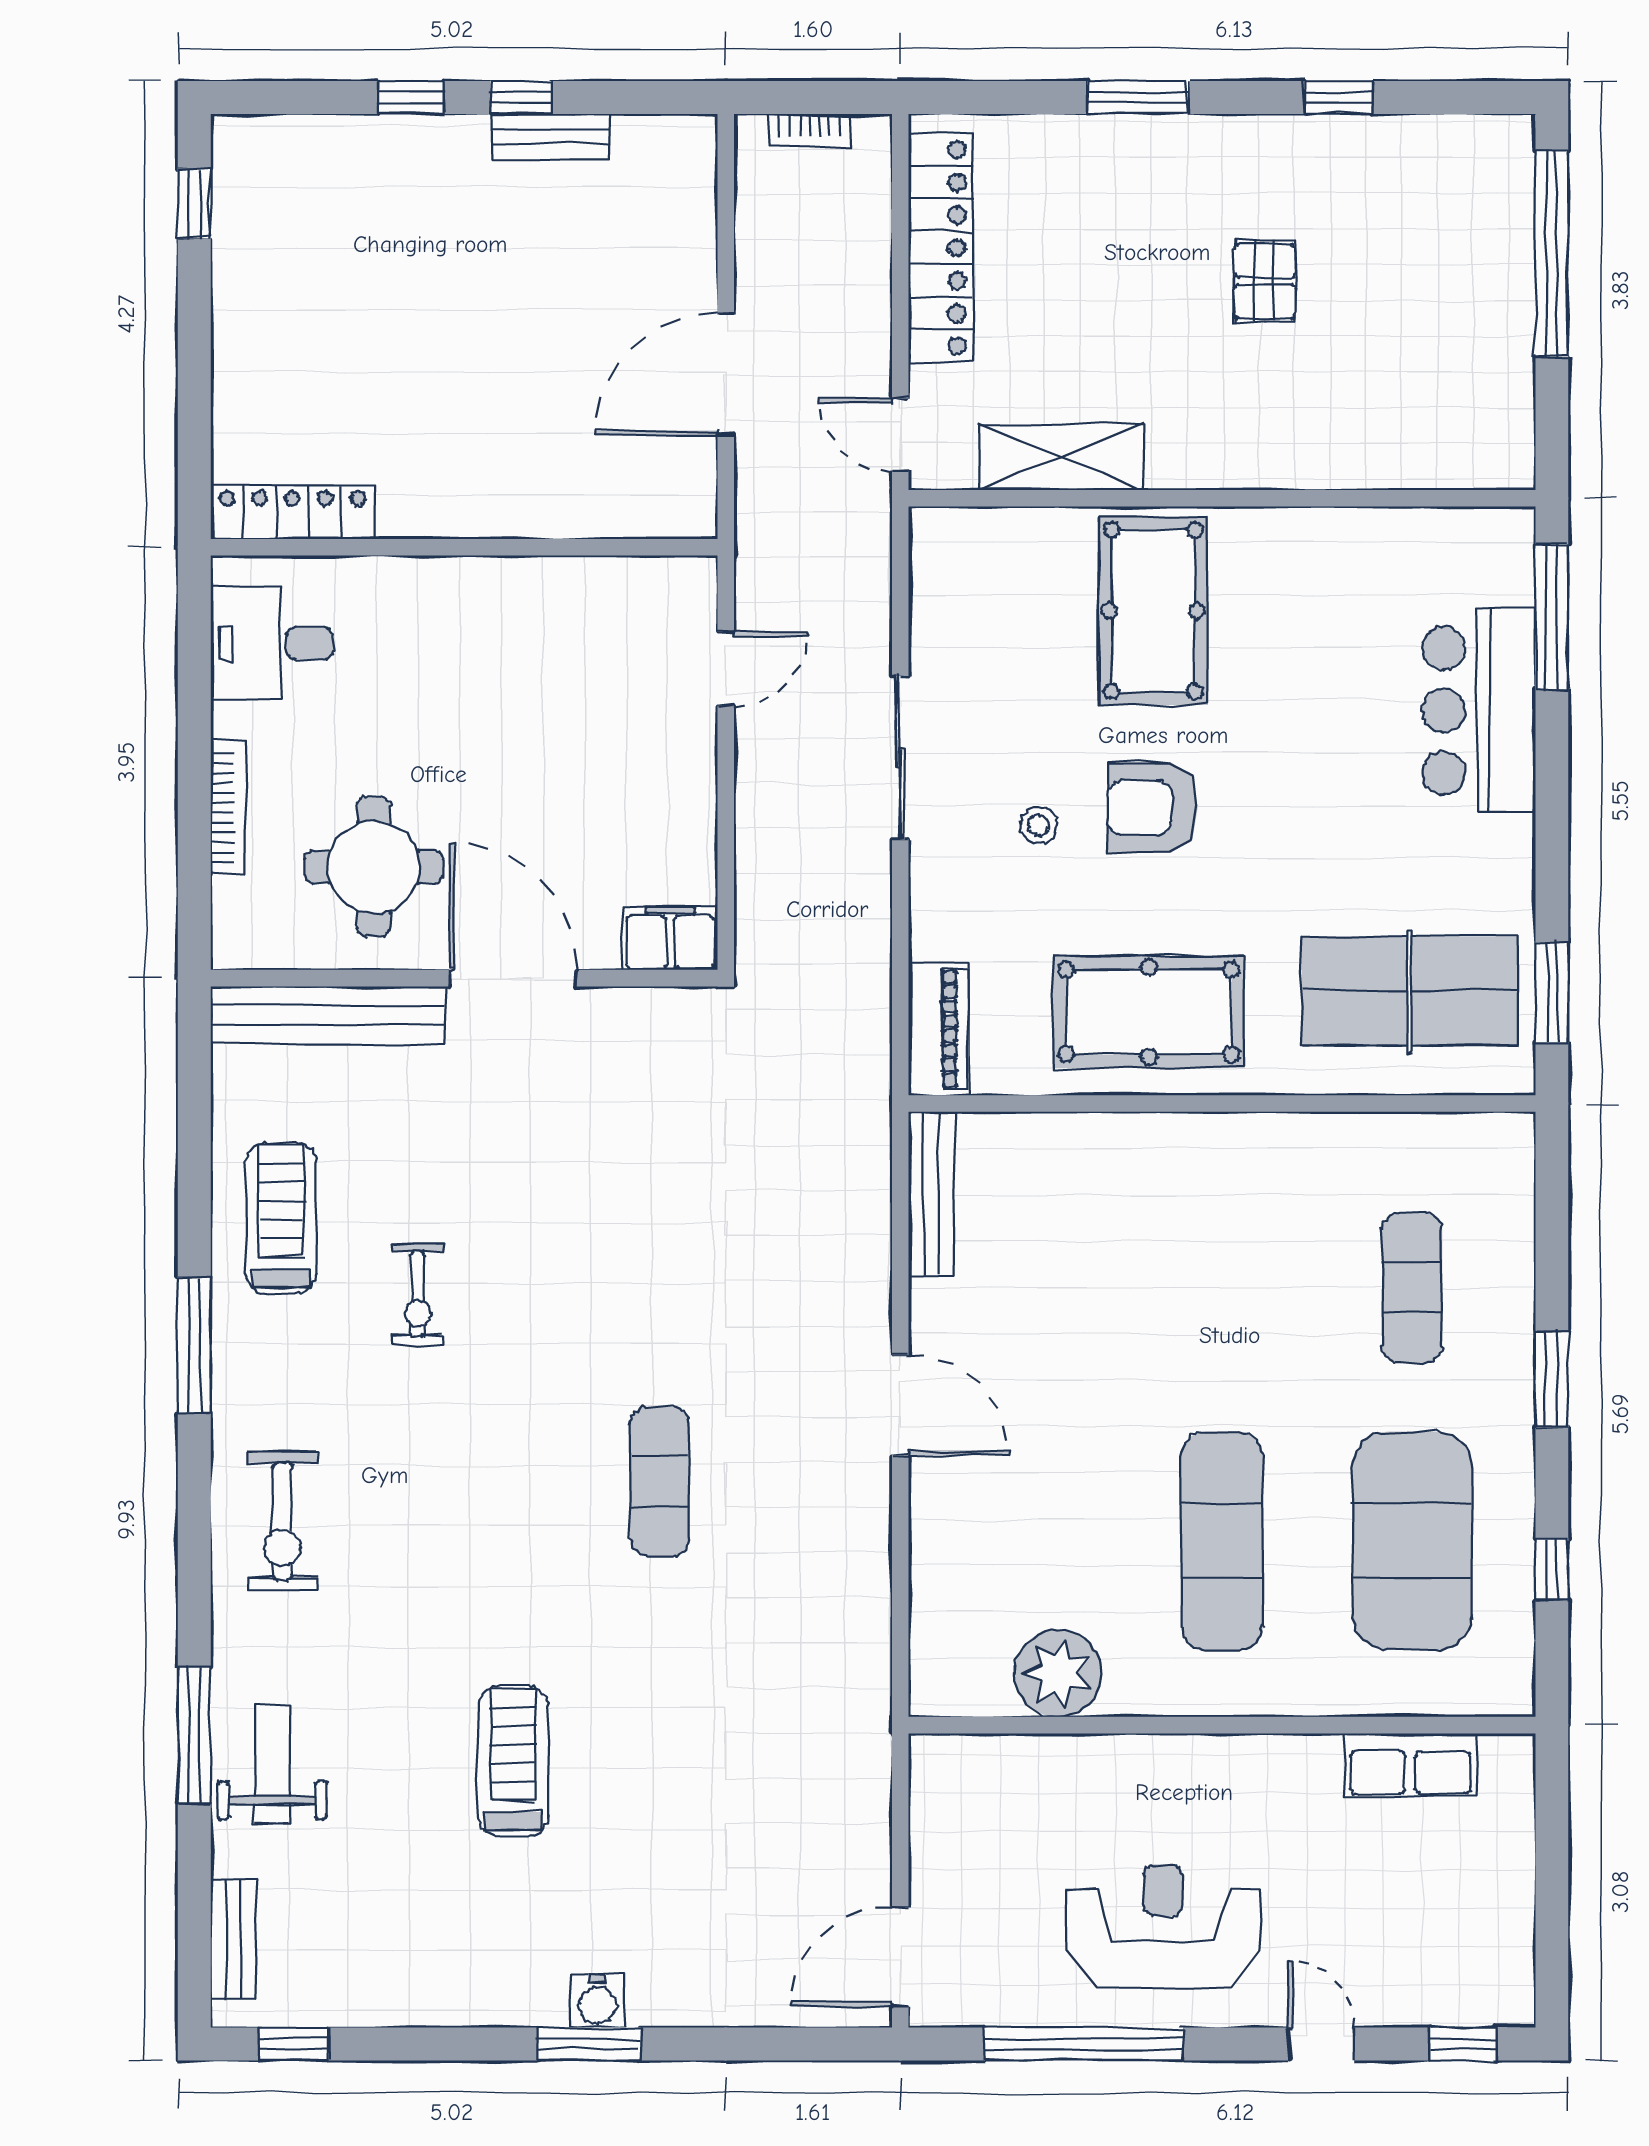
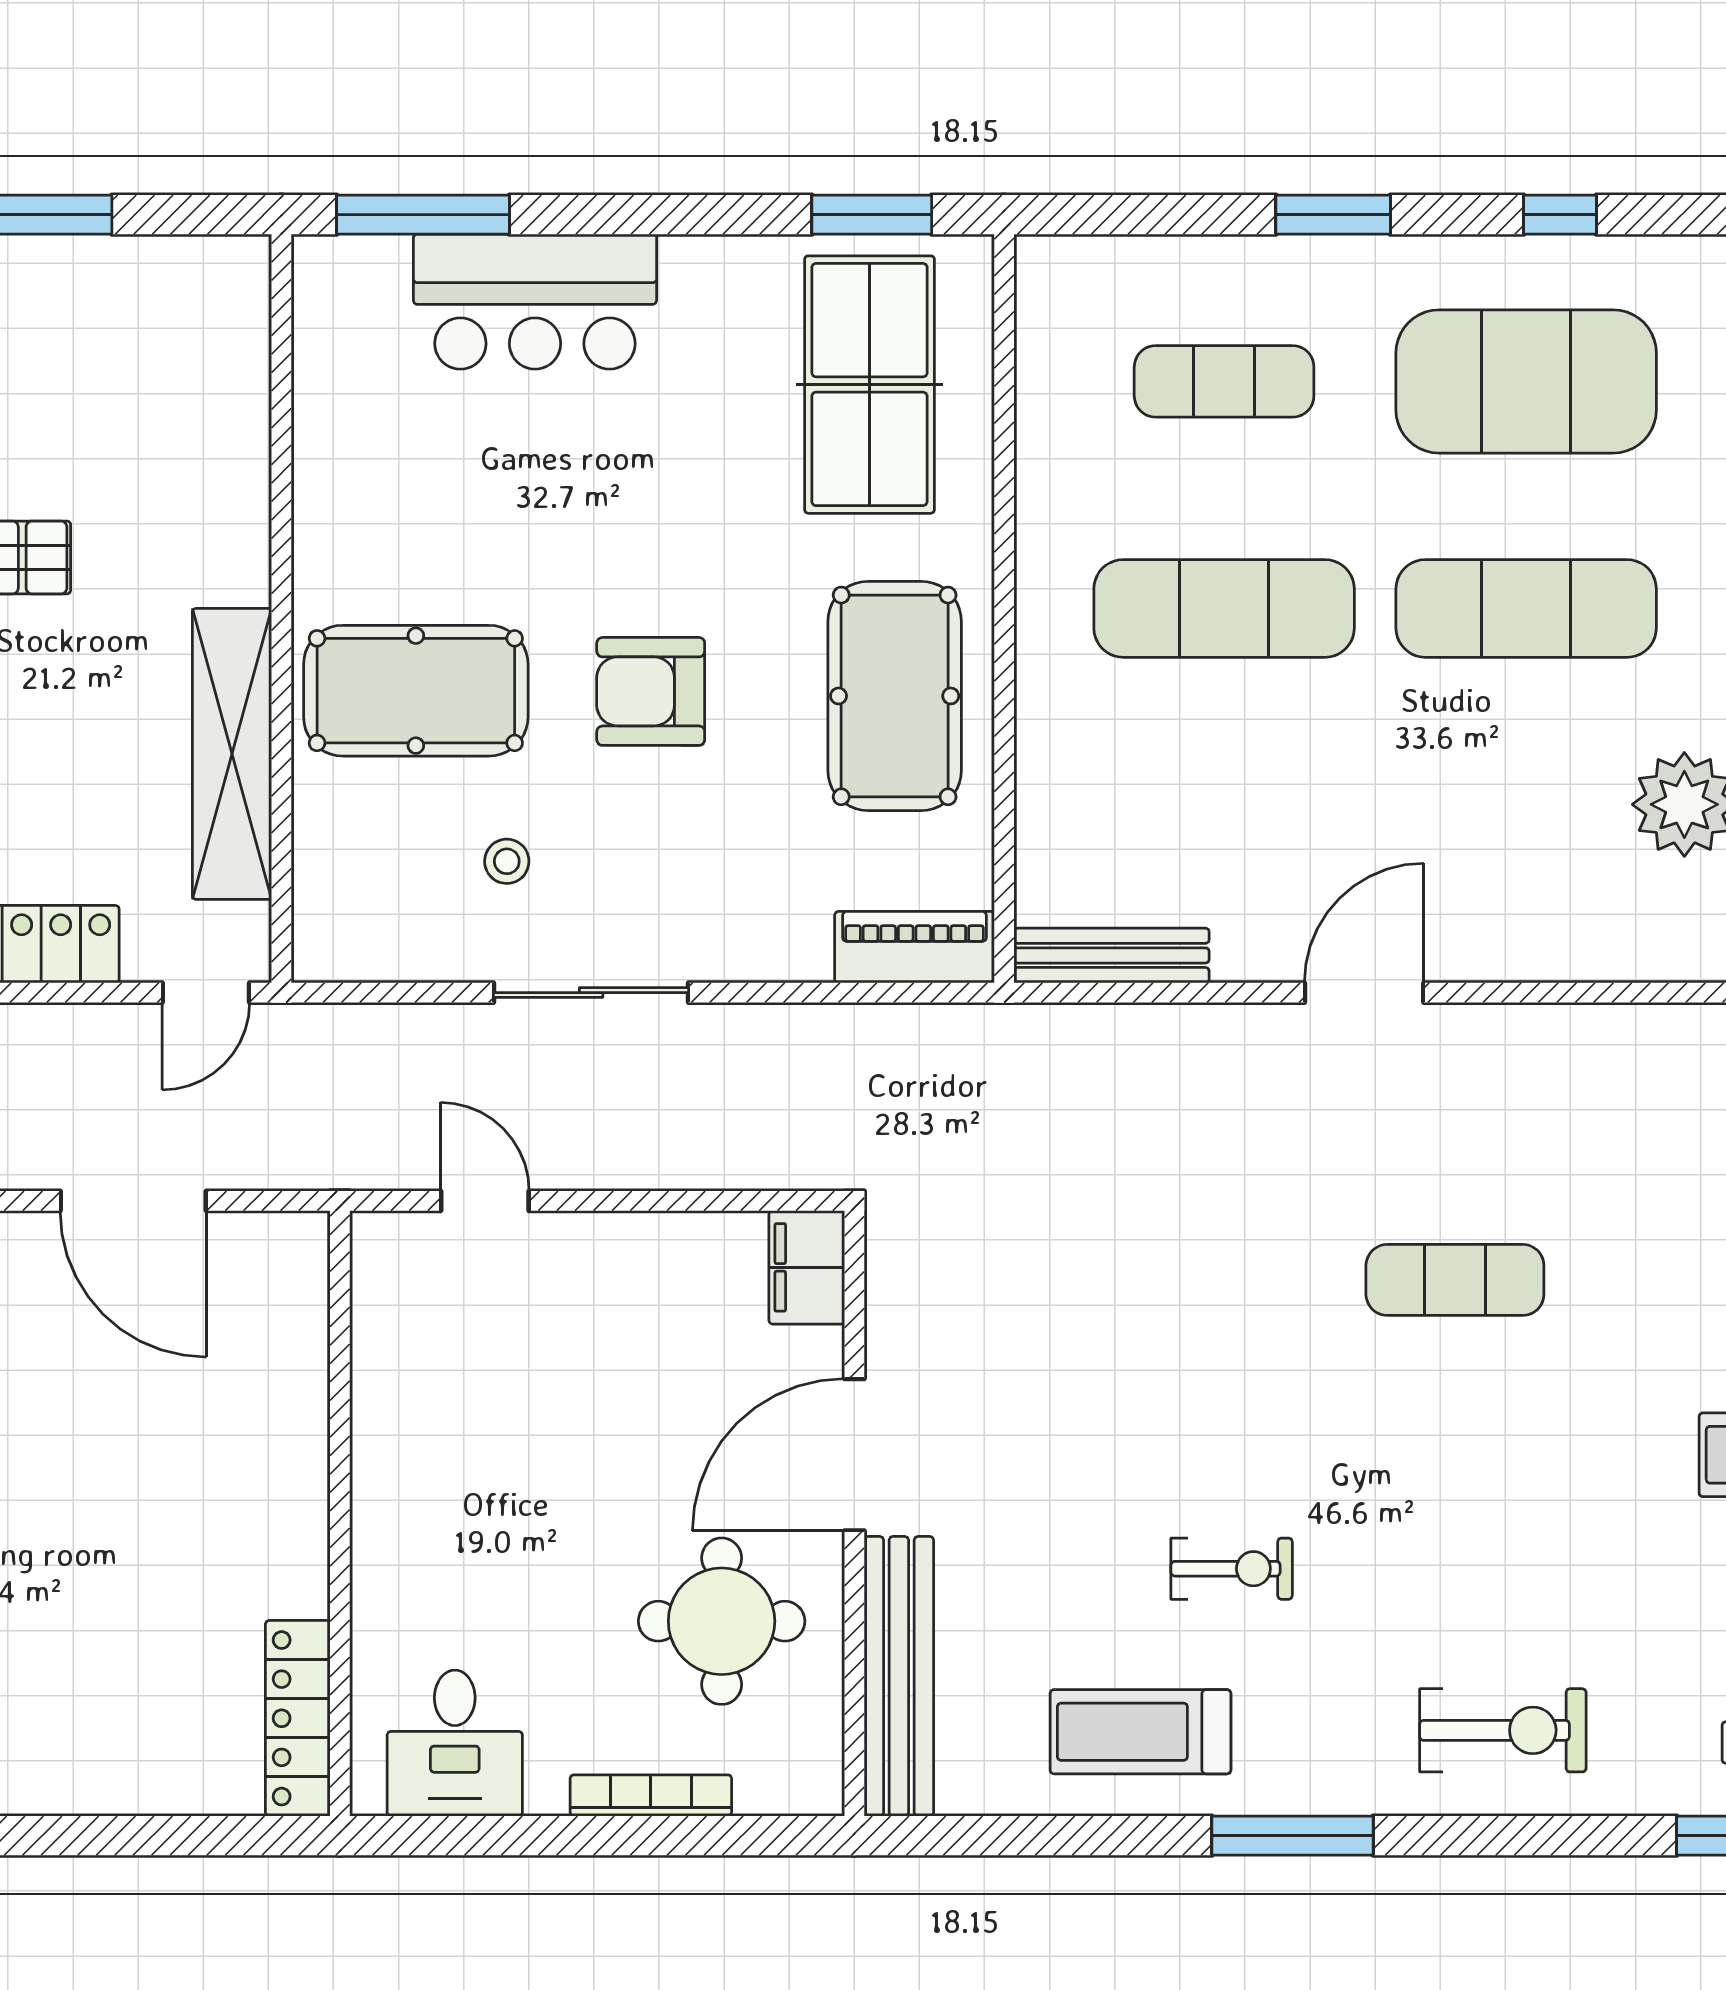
shelving: (1061, 457) -> (232, 754), width x1.47
armchair: (1152, 808) -> (651, 691), turned 90
stool: (1038, 825) -> (507, 861), moved
exercise mat: (1222, 1288) -> (1224, 608), added

